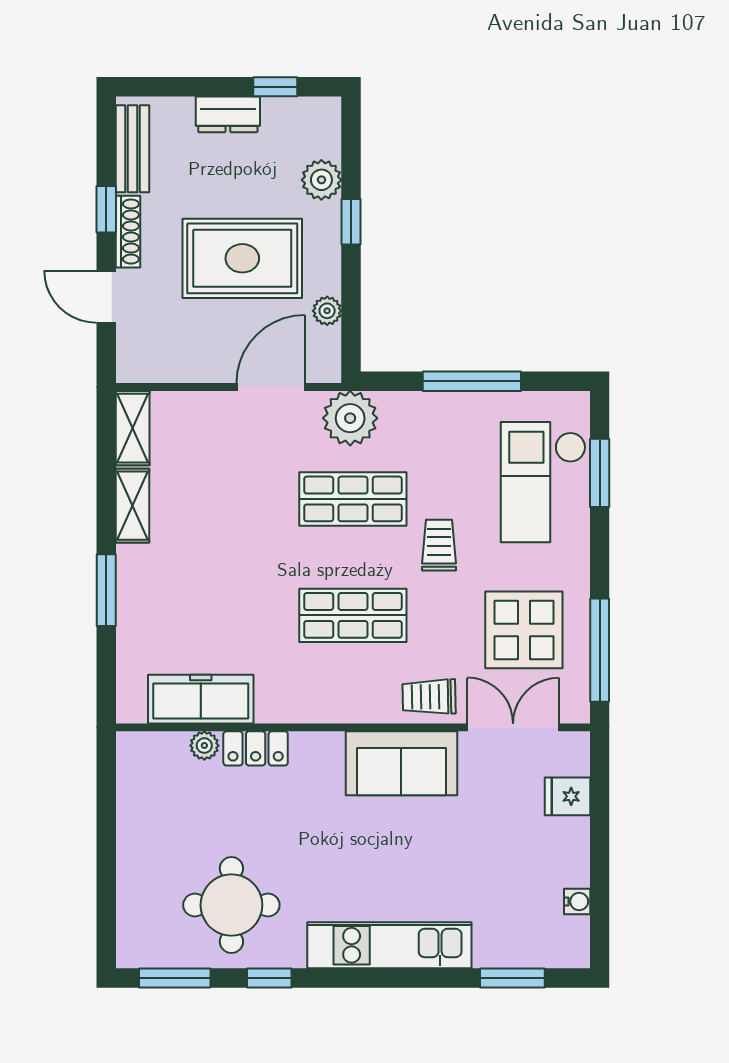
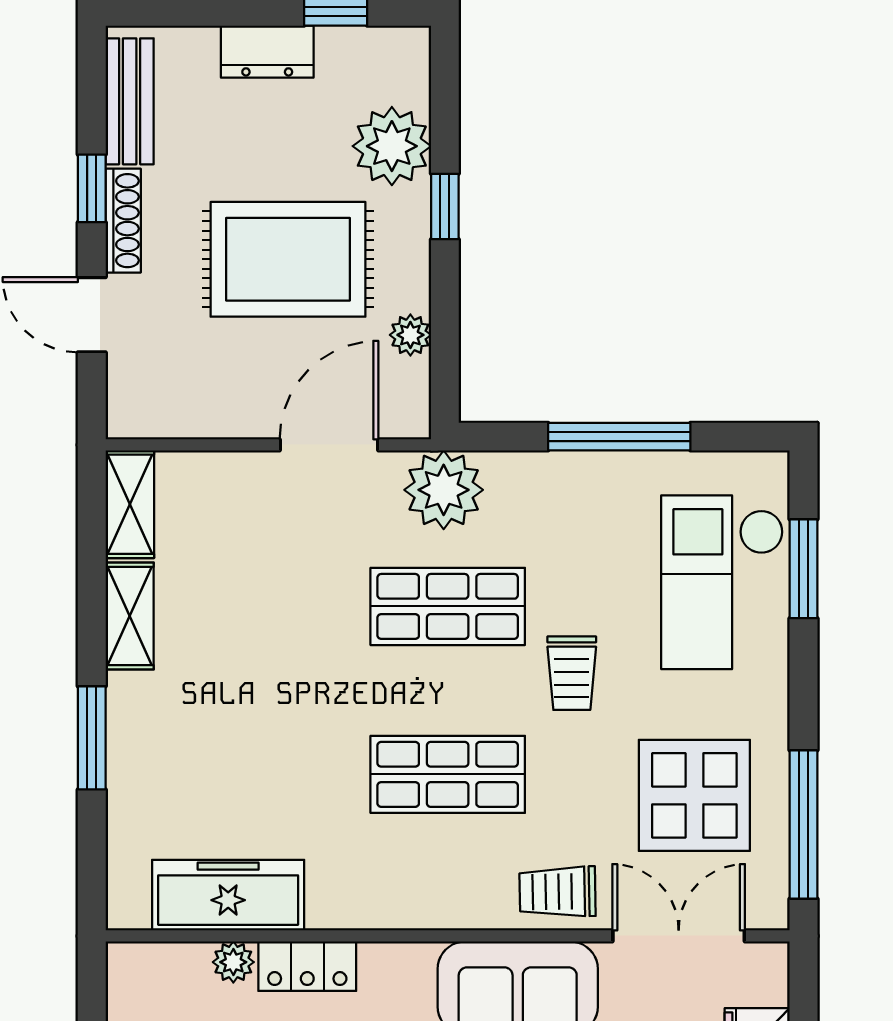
plant: (321, 180) -> (392, 146), width x1.36, depth x1.36
trolley: (439, 545) -> (572, 673), turned 180

